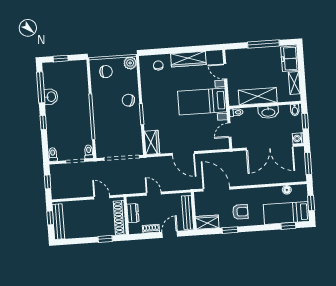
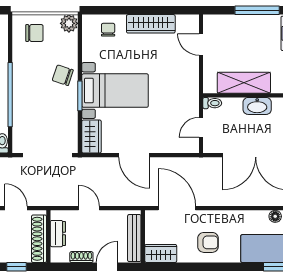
bed with nightstands: (202, 102) -> (115, 91), moved, turned 180
window: (230, 230) -> (192, 267), removed

